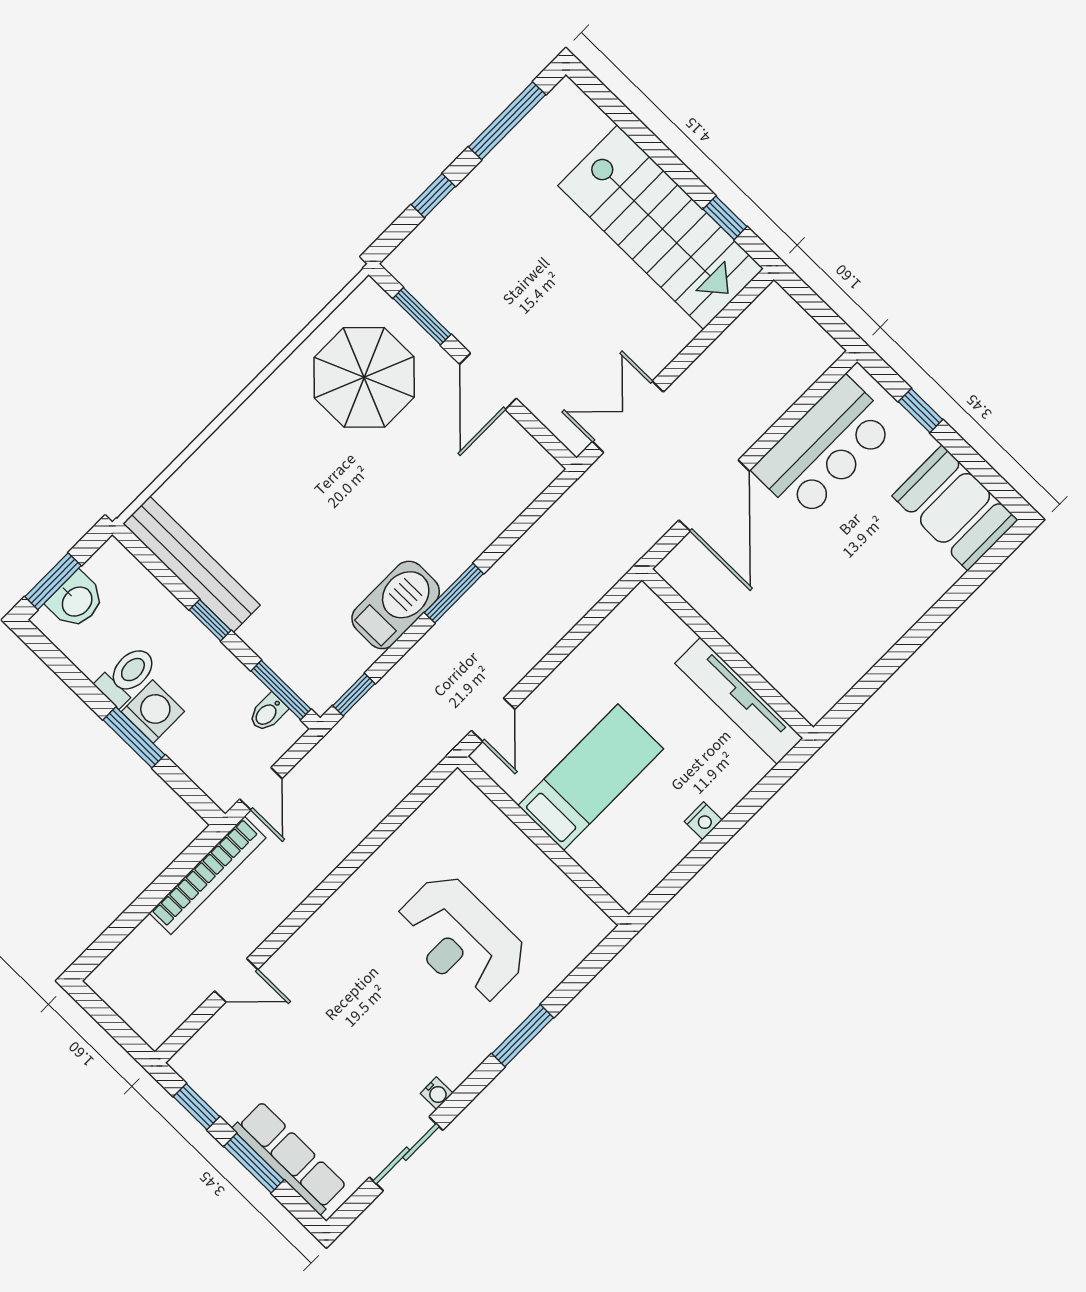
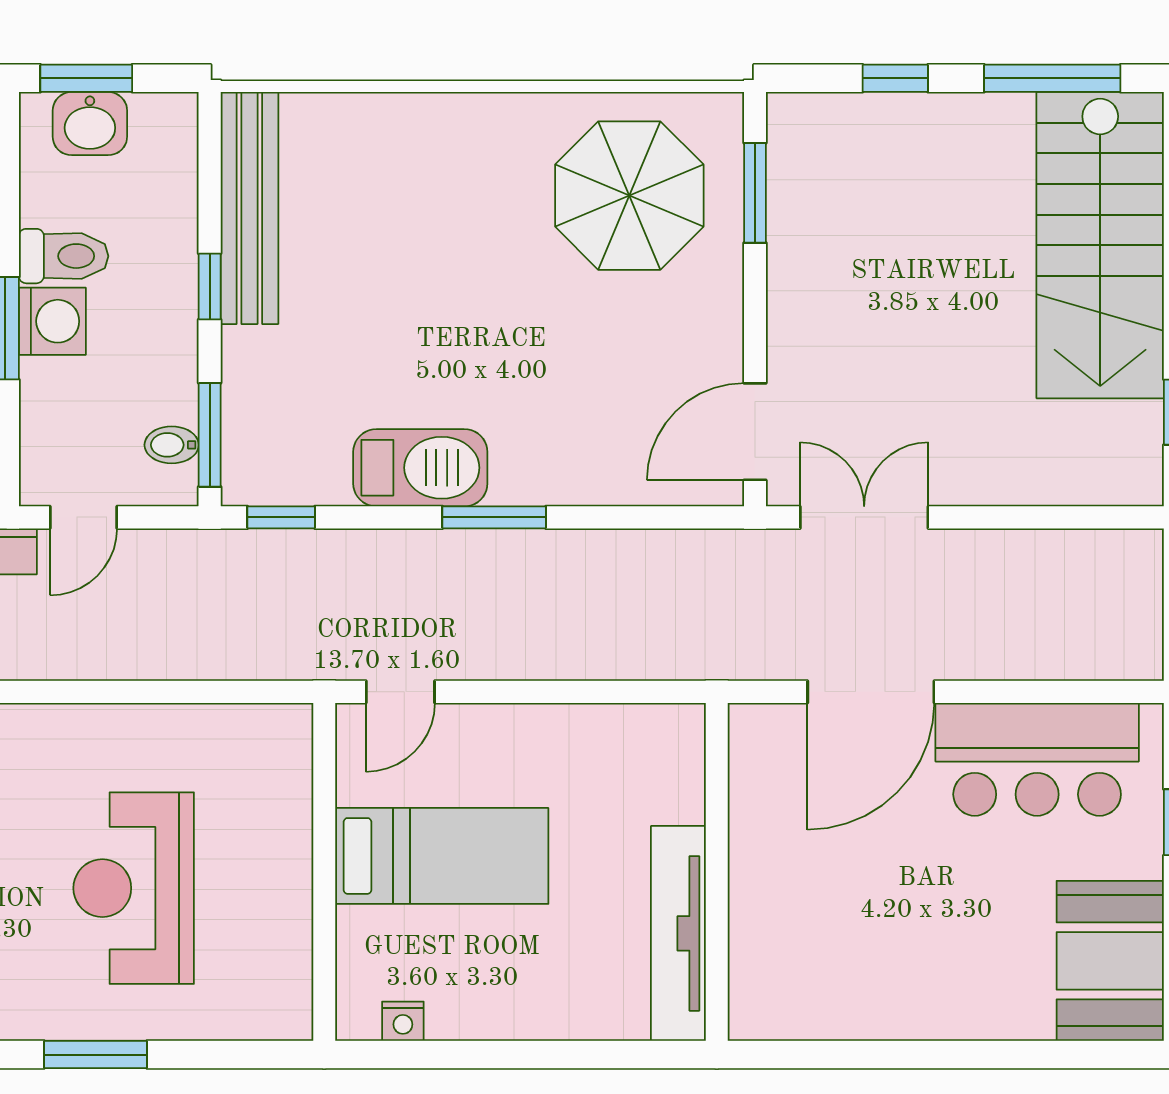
stairs: (661, 227) -> (1100, 245), moved
door: (488, 381) -> (755, 432), moved
nightstand: (703, 821) -> (403, 1021), moved

